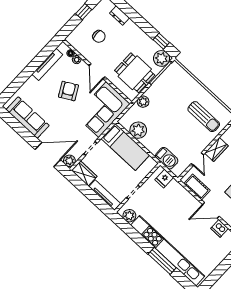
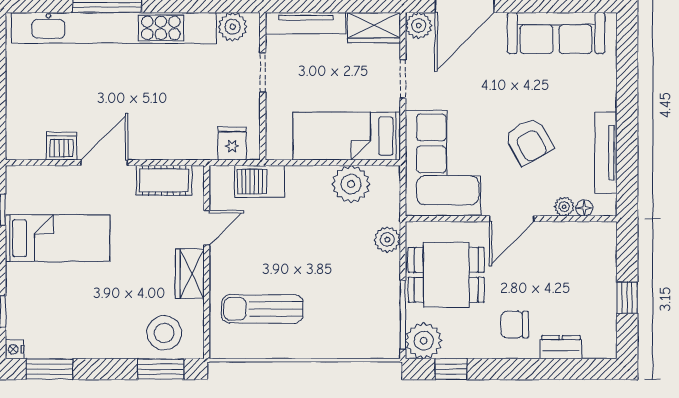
chair: (99, 36) -> (515, 325), moved
door: (97, 71) -> (512, 219), swing flipped
door: (197, 159) -> (207, 228), swing flipped

